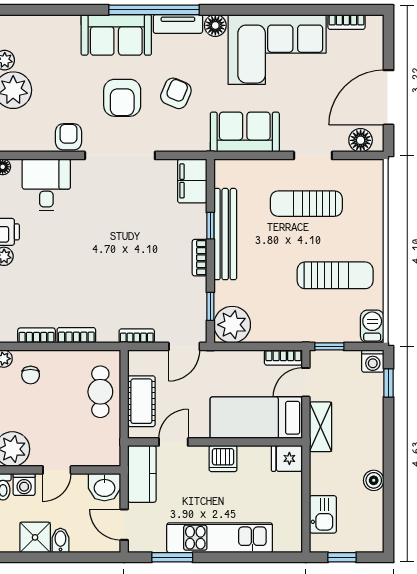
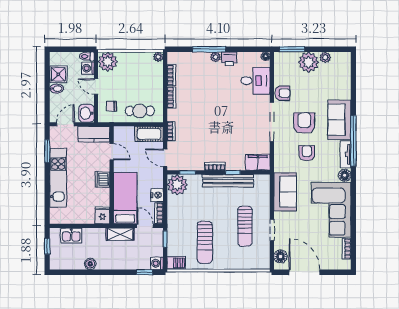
armchair: (176, 93) -> (307, 153), turned -113
armchair: (122, 98) -> (304, 123), turned 90
sun lounger: (306, 204) -> (245, 226), turned 180
nightstand: (251, 361) -> (157, 195), added
chair: (31, 375) -> (111, 106), moved
cot: (141, 401) -> (149, 134), moved

